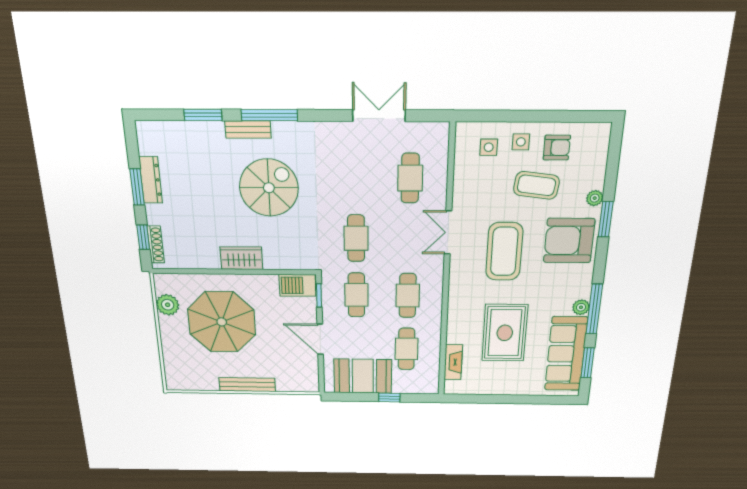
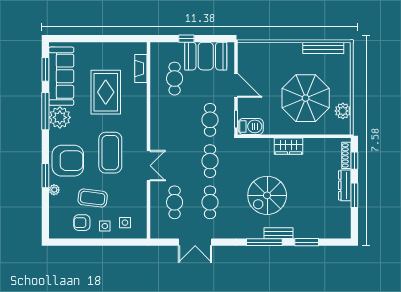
dresser: (151, 180) -> (345, 185), moved
cafe table: (408, 296) -> (210, 202), moved
plant: (581, 307) -> (60, 117), width x1.87, depth x1.87
bench: (247, 385) -> (323, 48), moved

